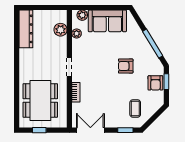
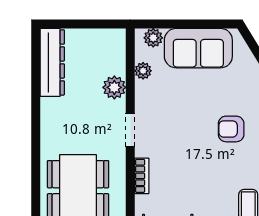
plant: (61, 30) -> (114, 87), moved

